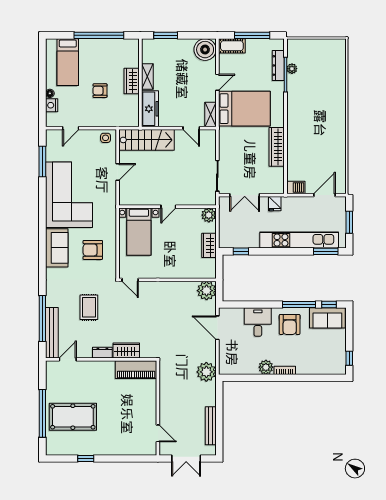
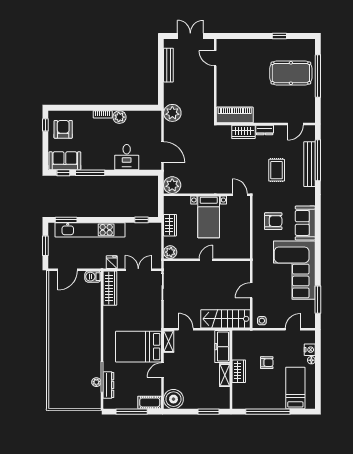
wardrobe: (277, 147) -> (110, 288), moved
bed with nightstands: (139, 232) -> (209, 217), moved, turned 180
armchair: (290, 324) -> (63, 129), moved
bench: (52, 333) -> (310, 164), moved

